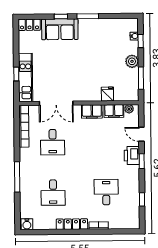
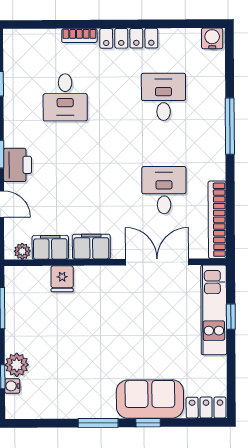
plant: (132, 61) -> (17, 365), moved

